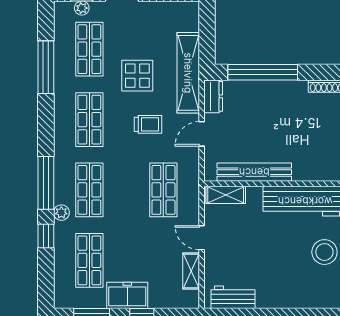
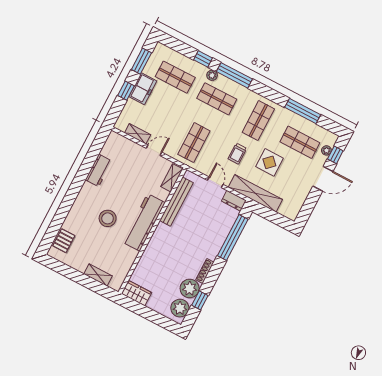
shop shelf: (89, 120) -> (258, 121), turned 90
shop shelf: (163, 190) -> (194, 143), turned 90
workbench: (233, 297) -> (99, 170), moved

